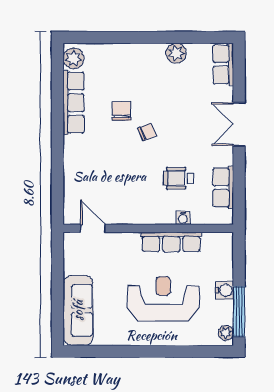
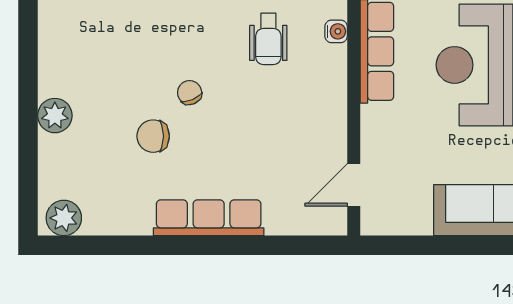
plant: (176, 53) -> (55, 116), moved
row of seats: (74, 103) -> (209, 218), moved

